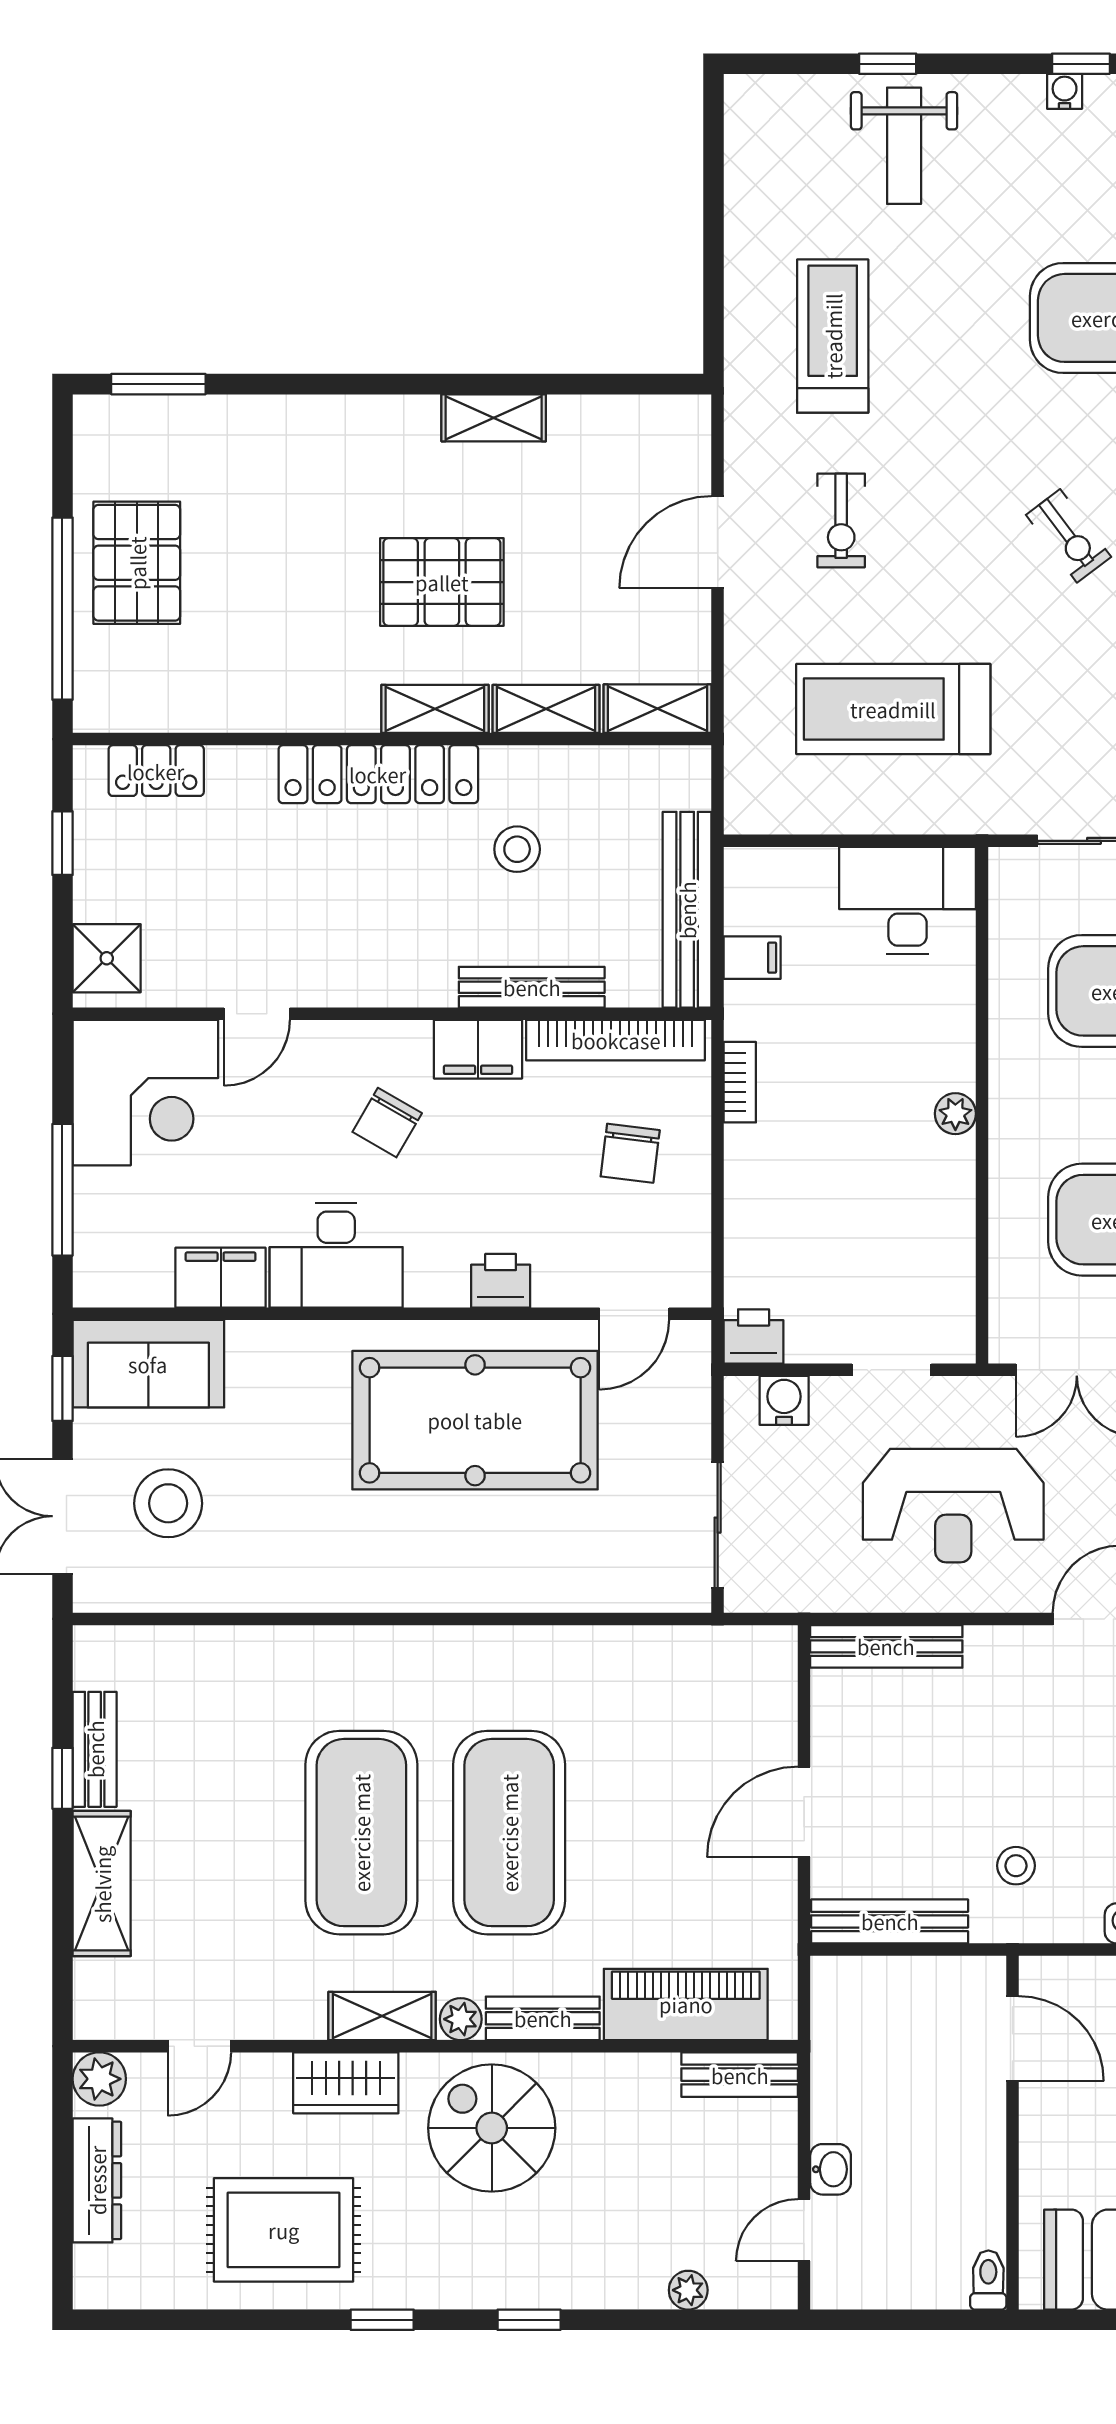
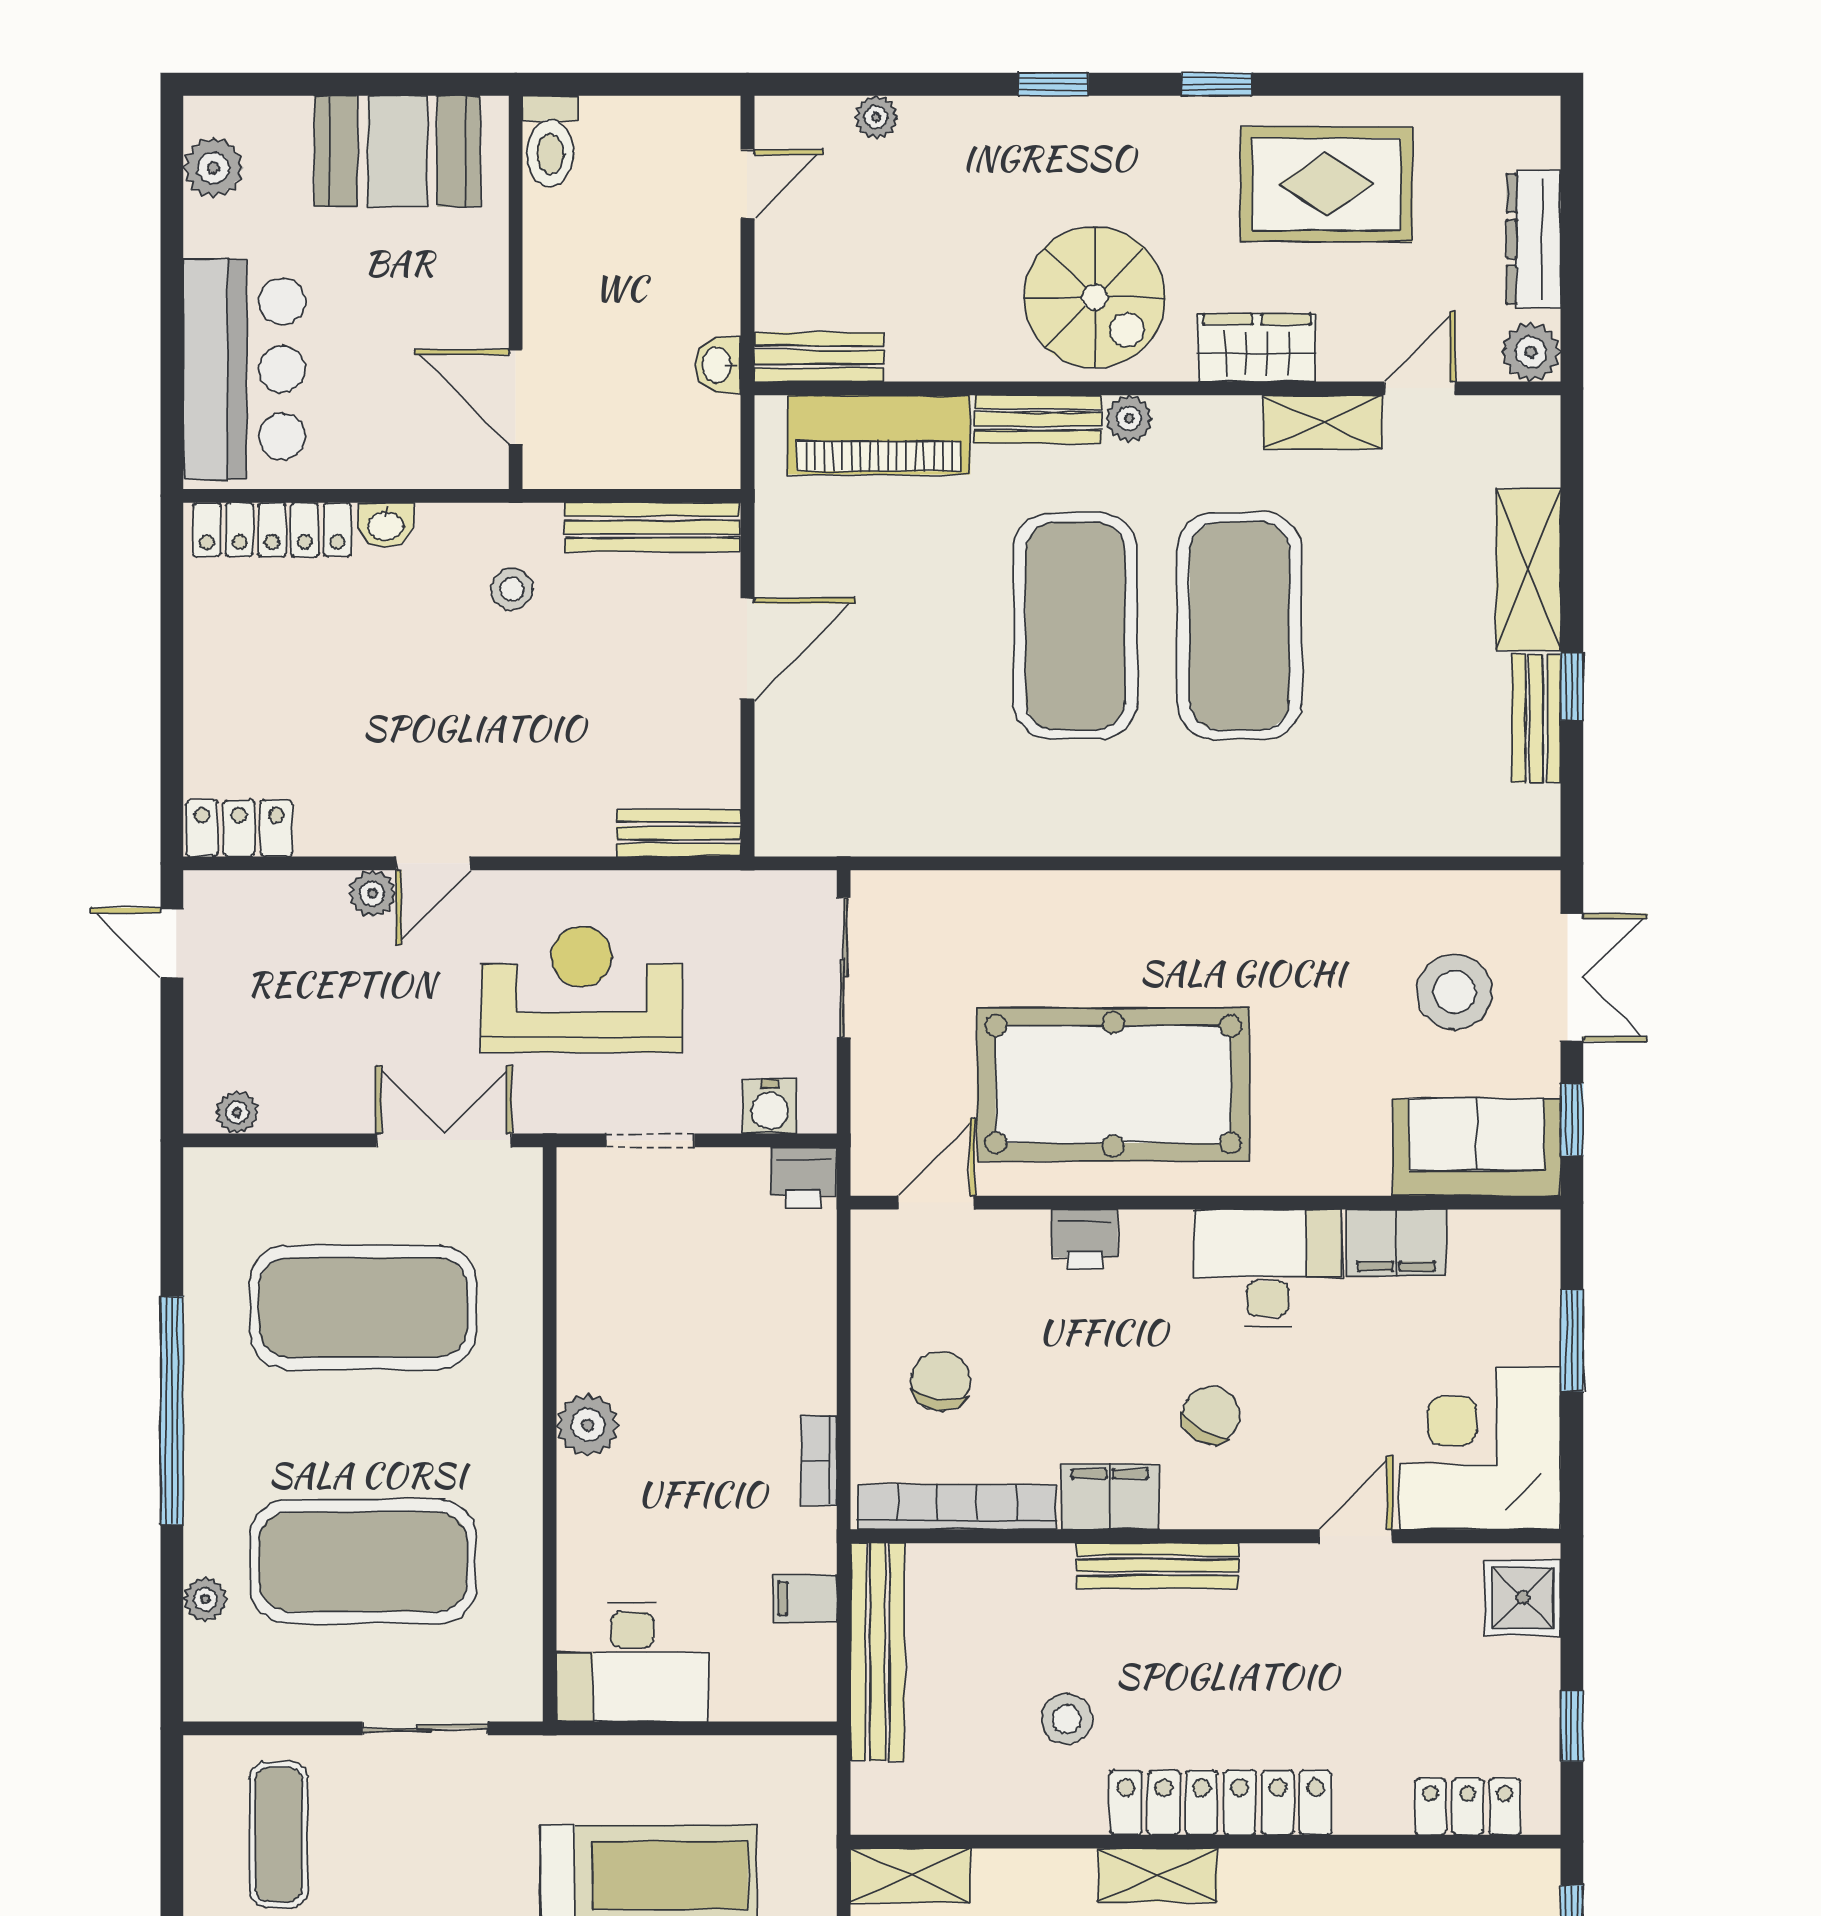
shelving: (546, 709) -> (1034, 1875), removed
bench: (532, 987) -> (1158, 1566), moved
plant: (955, 1114) -> (588, 1425), width x1.38, depth x1.38
window: (62, 1190) -> (1572, 1341), width x0.69
bench: (886, 1646) -> (679, 833), width x0.73
shelving: (382, 2016) -> (1322, 422), moved
washbasin: (831, 2169) -> (718, 365), moved
toilet: (988, 2280) -> (550, 141), width x1.37, depth x1.39

